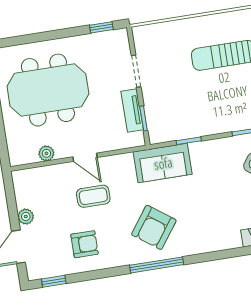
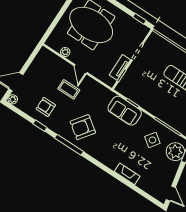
sofa: (163, 163) -> (125, 111), moved
plant: (26, 217) -> (13, 99), moved
armchair: (85, 244) -> (46, 107), turned 180
window: (54, 281) -> (40, 126), moved

